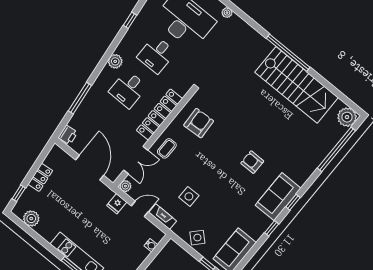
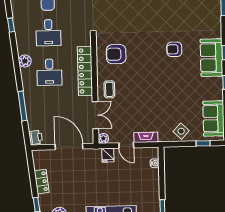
armchair: (199, 123) -> (116, 54), turned -87
side table: (189, 196) -> (152, 109), removed
door: (140, 209) -> (126, 145), swing flipped

